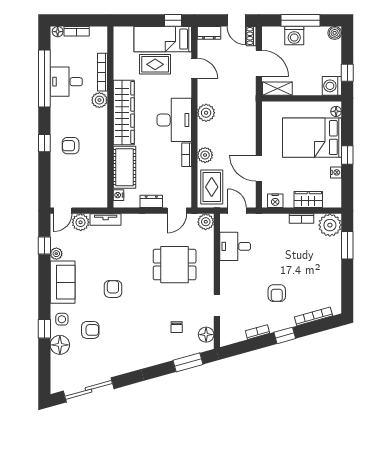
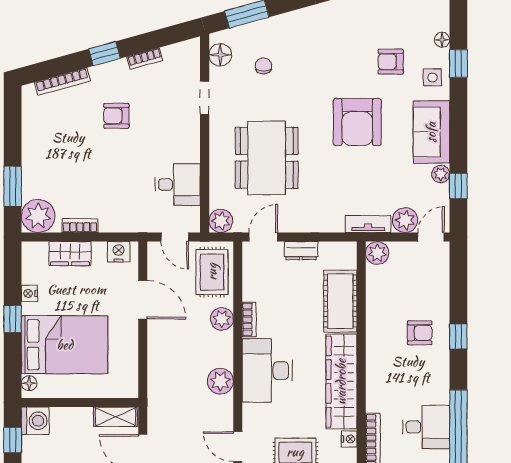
plant: (99, 100) -> (377, 253), moved
nightstand: (119, 195) -> (349, 439), moved
dining table: (175, 265) -> (267, 158), width x1.38
armchair: (113, 289) -> (357, 122), width x1.88, depth x1.88
armchair: (277, 293) -> (116, 116), turned -90
floor lamp: (60, 345) -> (442, 40), width x0.53, depth x0.53

